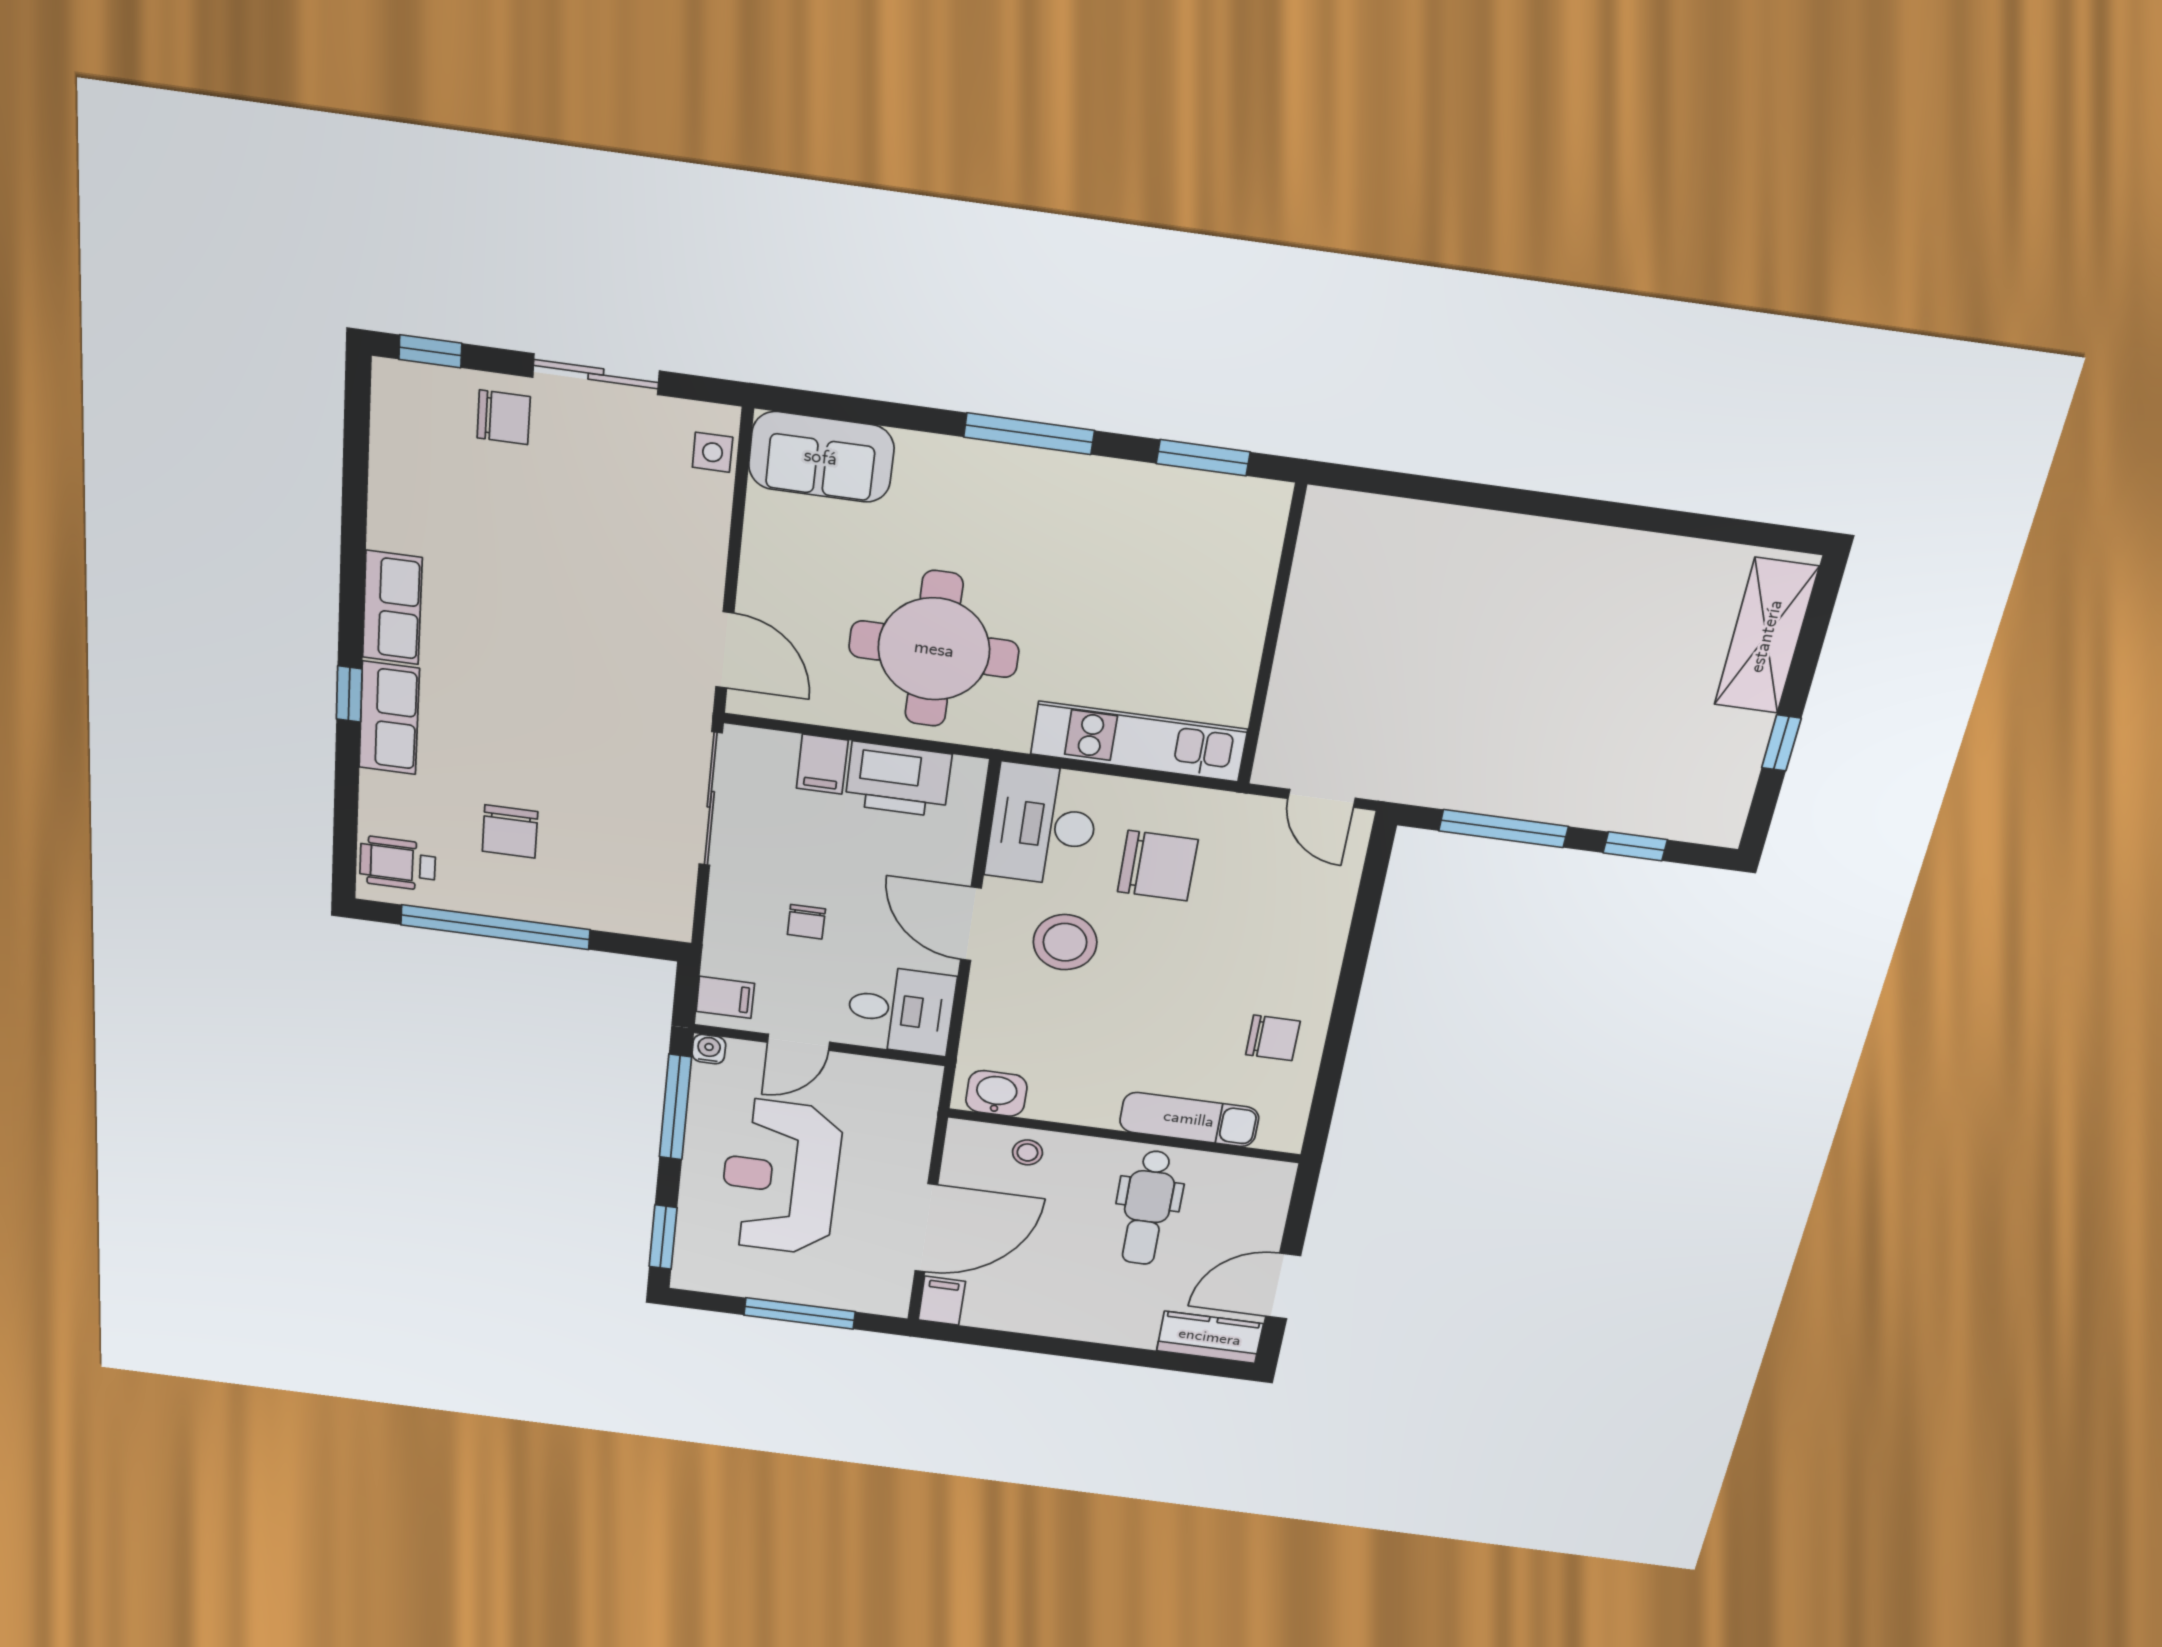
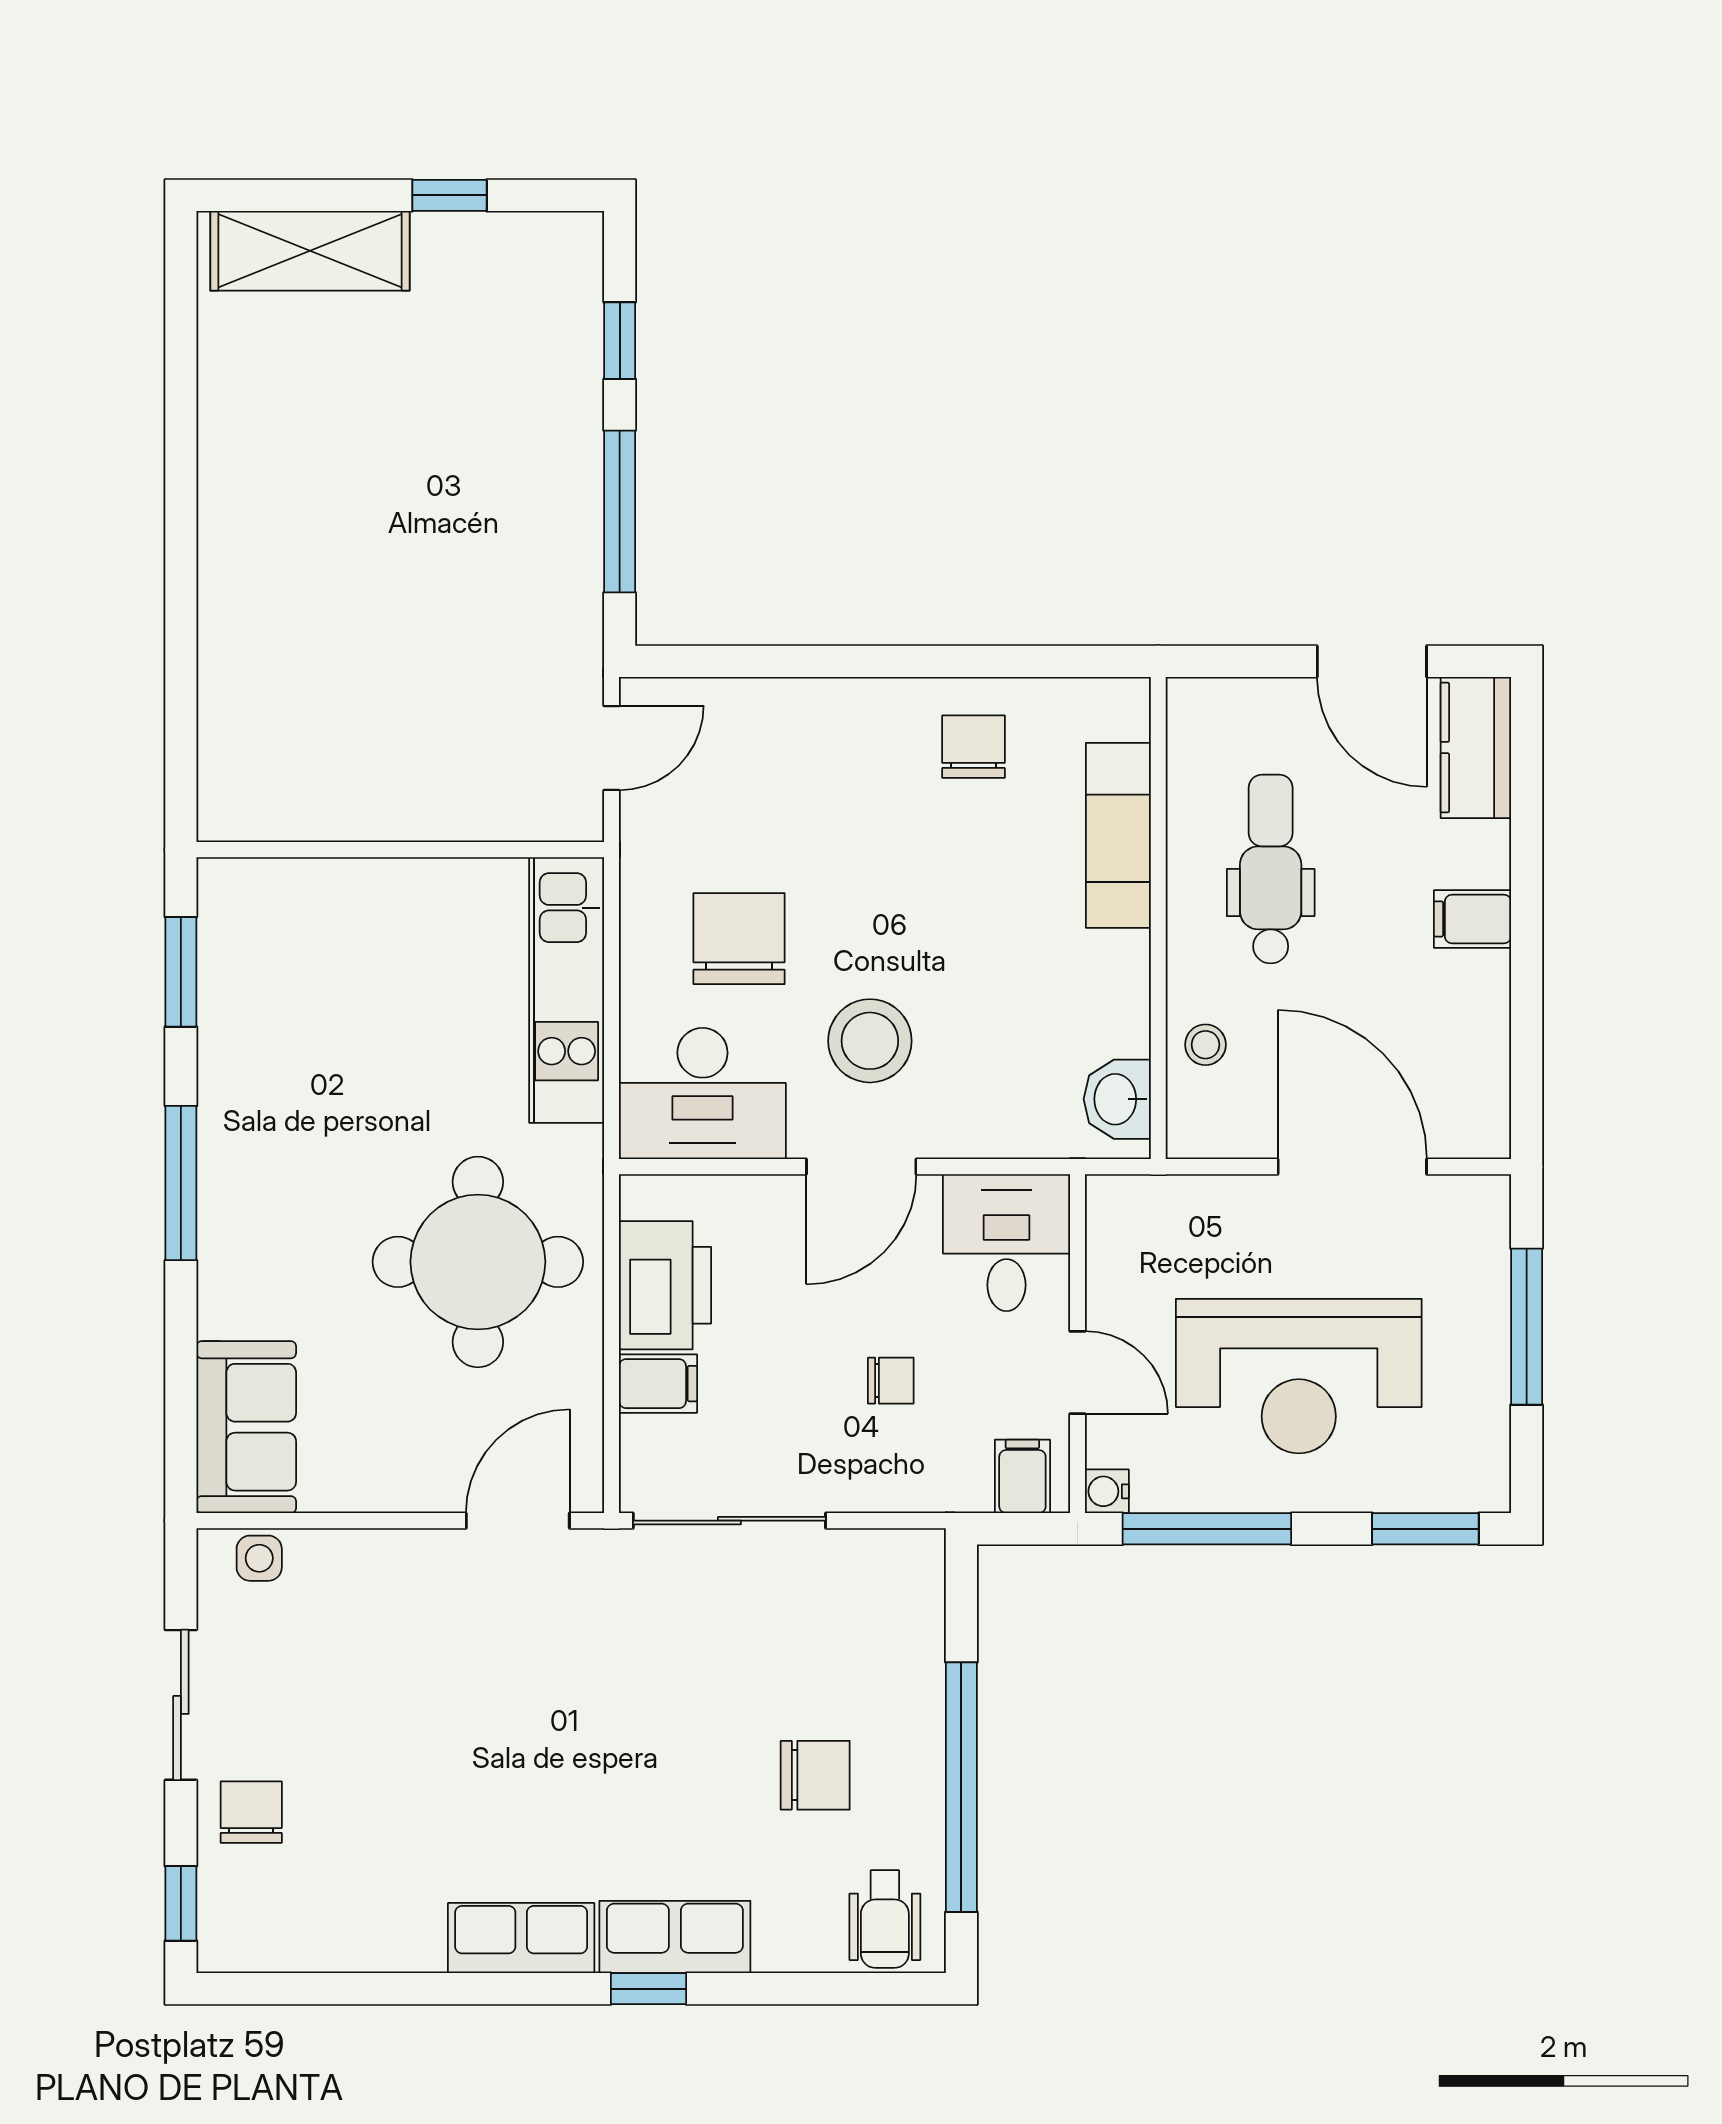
dental chair: (1147, 1208) -> (1271, 869), turned -90
filing cabinet: (942, 1301) -> (1473, 919), moved

